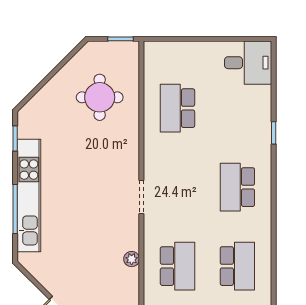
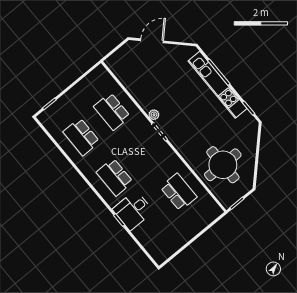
desk: (248, 63) -> (133, 210), moved
round table: (100, 97) -> (223, 165), width x1.36, depth x1.36
school desk: (237, 187) -> (115, 177), turned 180
plant: (132, 259) -> (154, 115), moved

